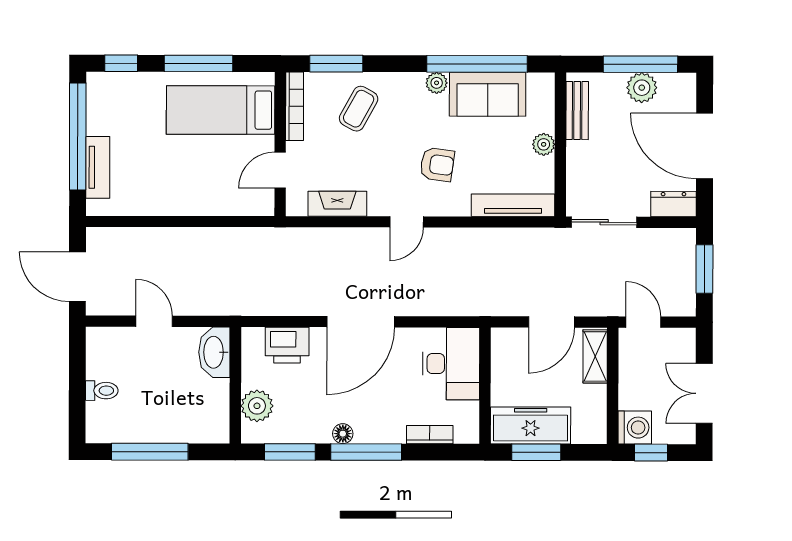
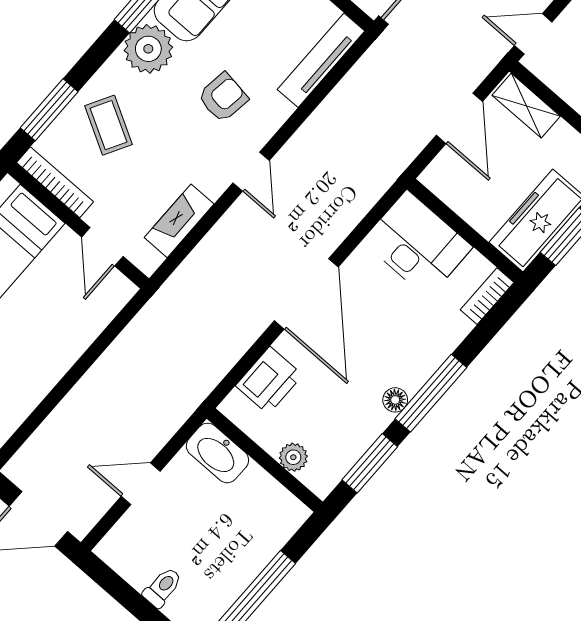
plant: (437, 83) -> (148, 49), width x1.88, depth x1.88
plant: (257, 406) -> (293, 457), width x0.73, depth x0.73
bookcase: (430, 435) -> (487, 296), moved

